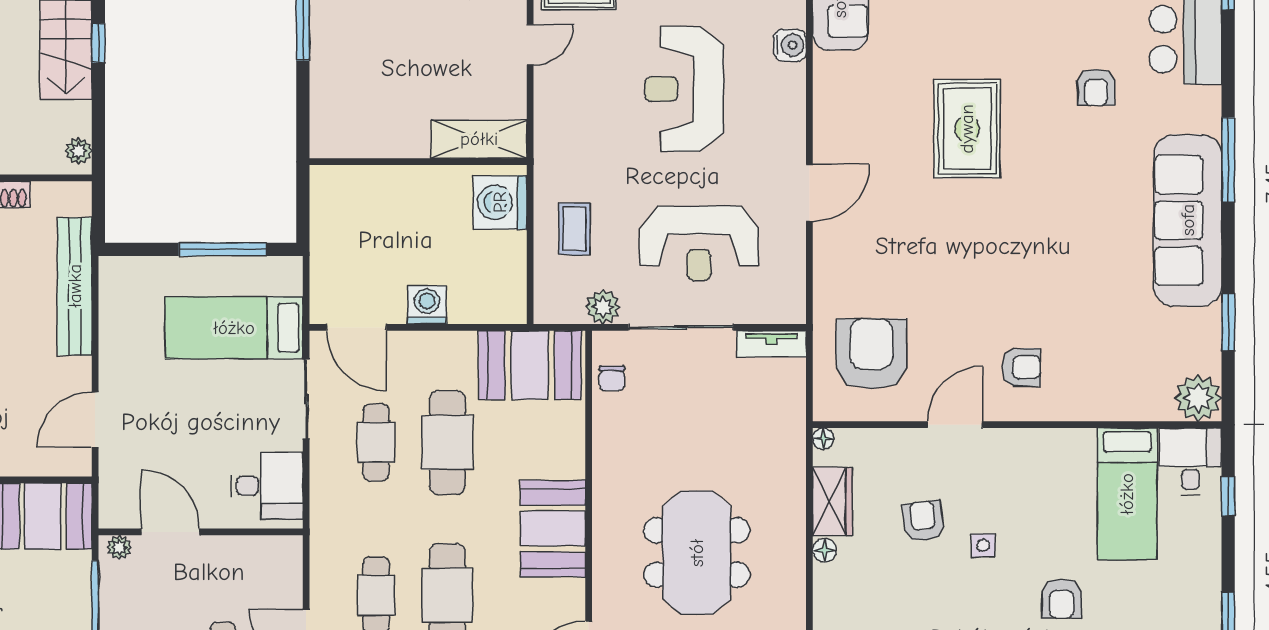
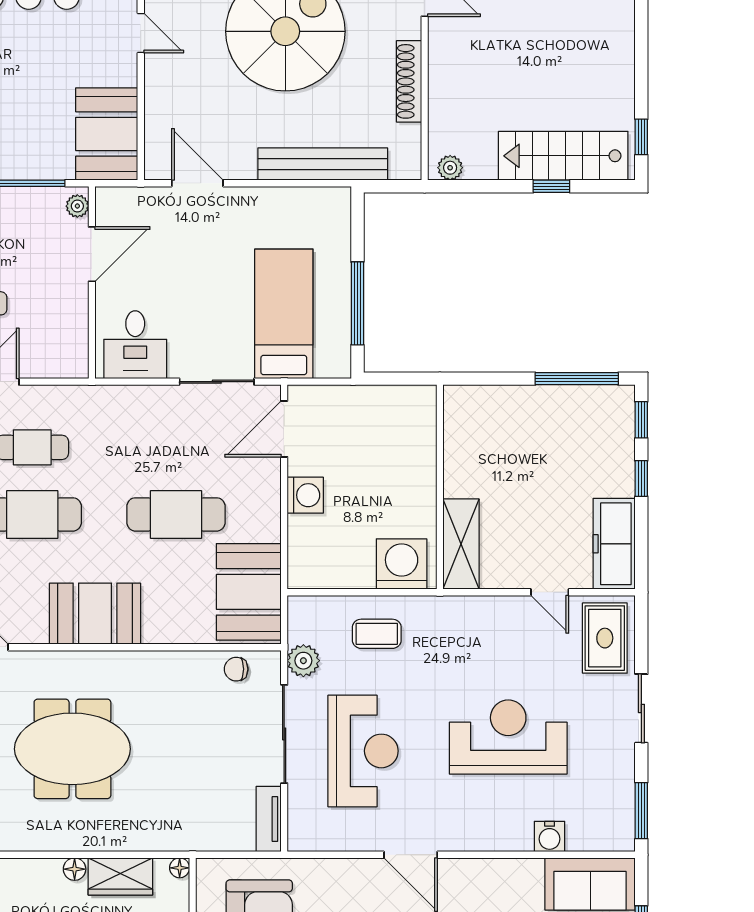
reception desk: (699, 243) -> (363, 751), turned 180
cafe table: (376, 442) -> (176, 447), removed

